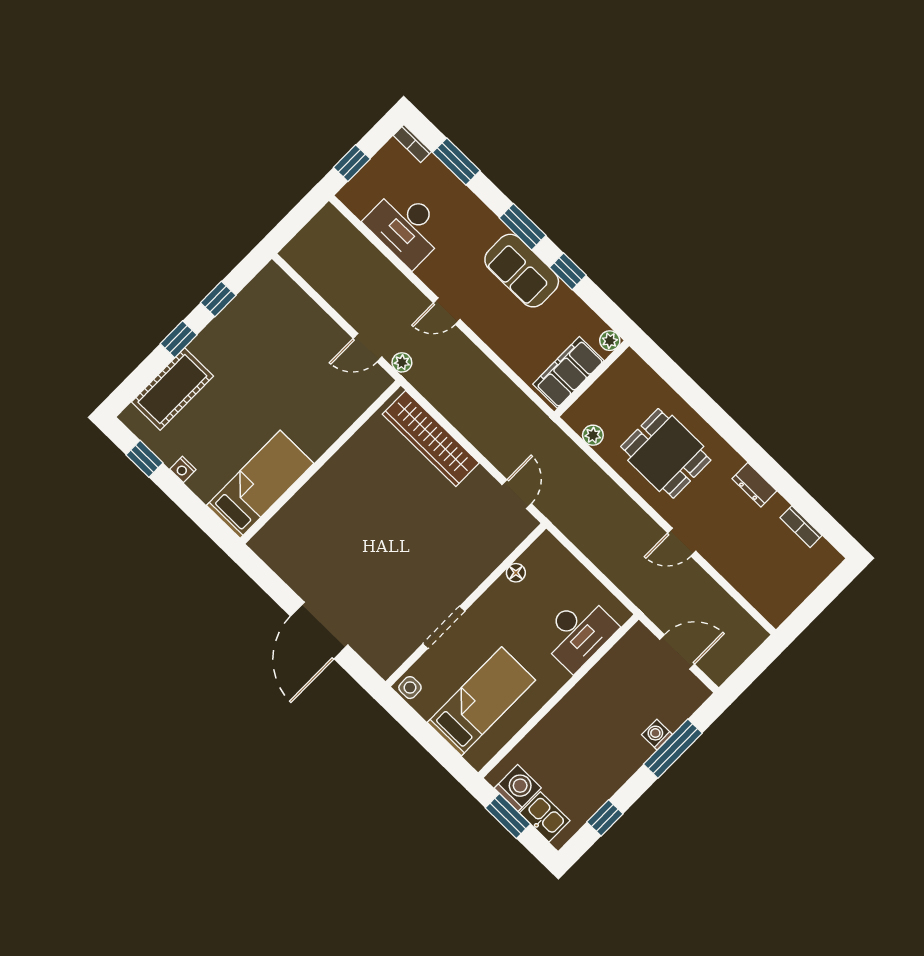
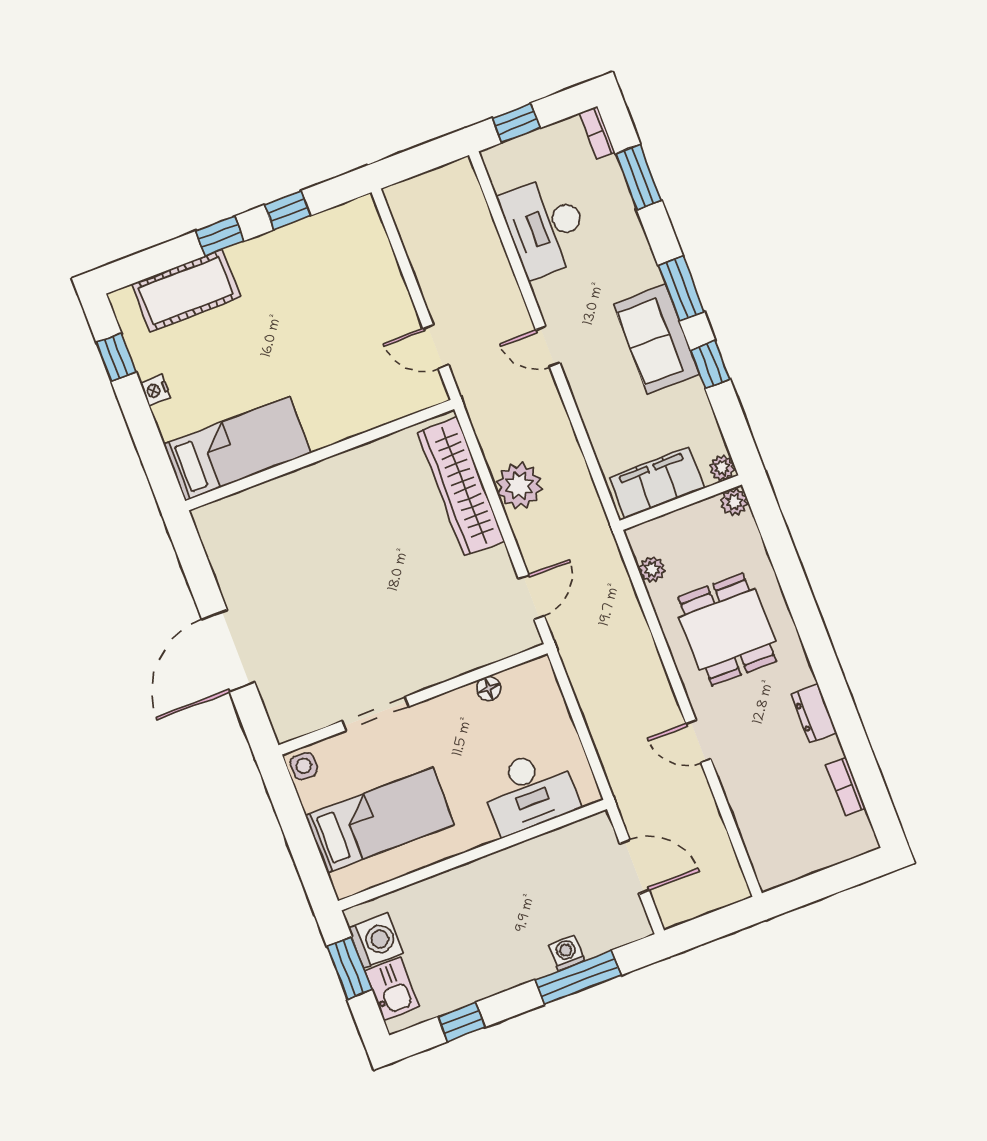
plant: (629, 361) -> (734, 502), added
plant: (402, 362) -> (519, 486), moved, width x1.87, depth x1.87

